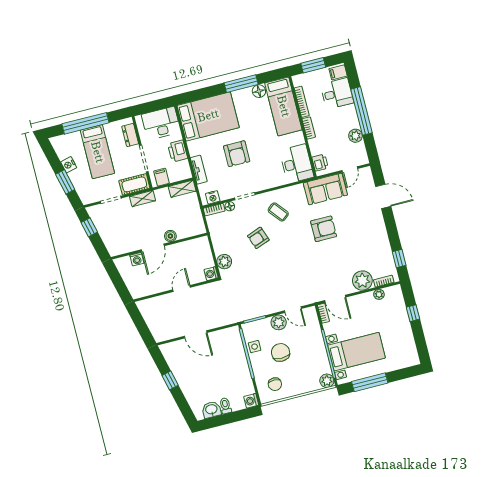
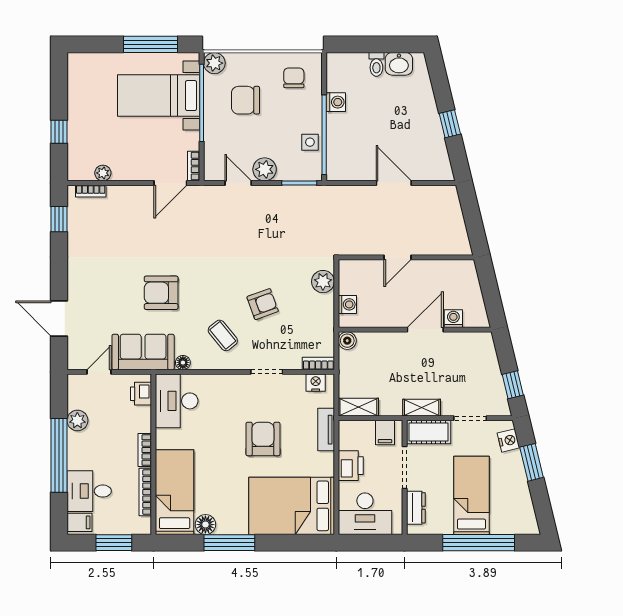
nightstand: (69, 165) -> (508, 440), moved
floor lamp: (230, 206) -> (183, 363), moved
boiler: (170, 236) -> (347, 341), moved
washing machine: (211, 274) -> (347, 304), moved
plant: (362, 281) -> (123, 200), removed
door: (335, 299) -> (170, 183), swing flipped
chair: (281, 352) -> (245, 100), moved, turned 90
washing machine: (251, 401) -> (336, 102), moved

